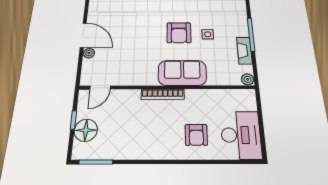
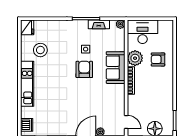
armchair: (179, 33) -> (84, 69), turned -90
plant: (197, 100) -> (135, 58), added
armchair: (196, 135) -> (158, 59), turned 180
desk: (241, 135) -> (143, 32), moved

